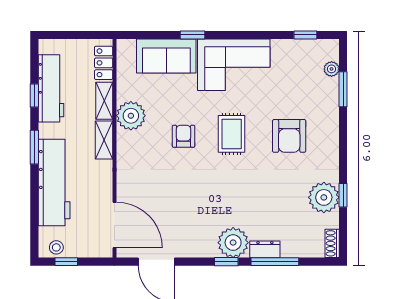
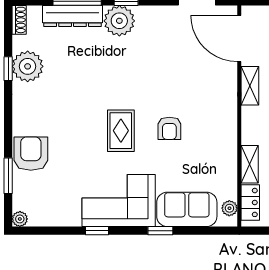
window: (305, 35) -> (97, 231), moved
plant: (332, 69) -> (20, 219), moved
plant: (131, 116) -> (229, 208), moved, width x0.53, depth x0.53
armchair: (289, 136) -> (31, 154), moved
shelving: (104, 140) -> (250, 86), moved
dresser: (265, 249) -> (73, 16), width x1.96, depth x1.24

